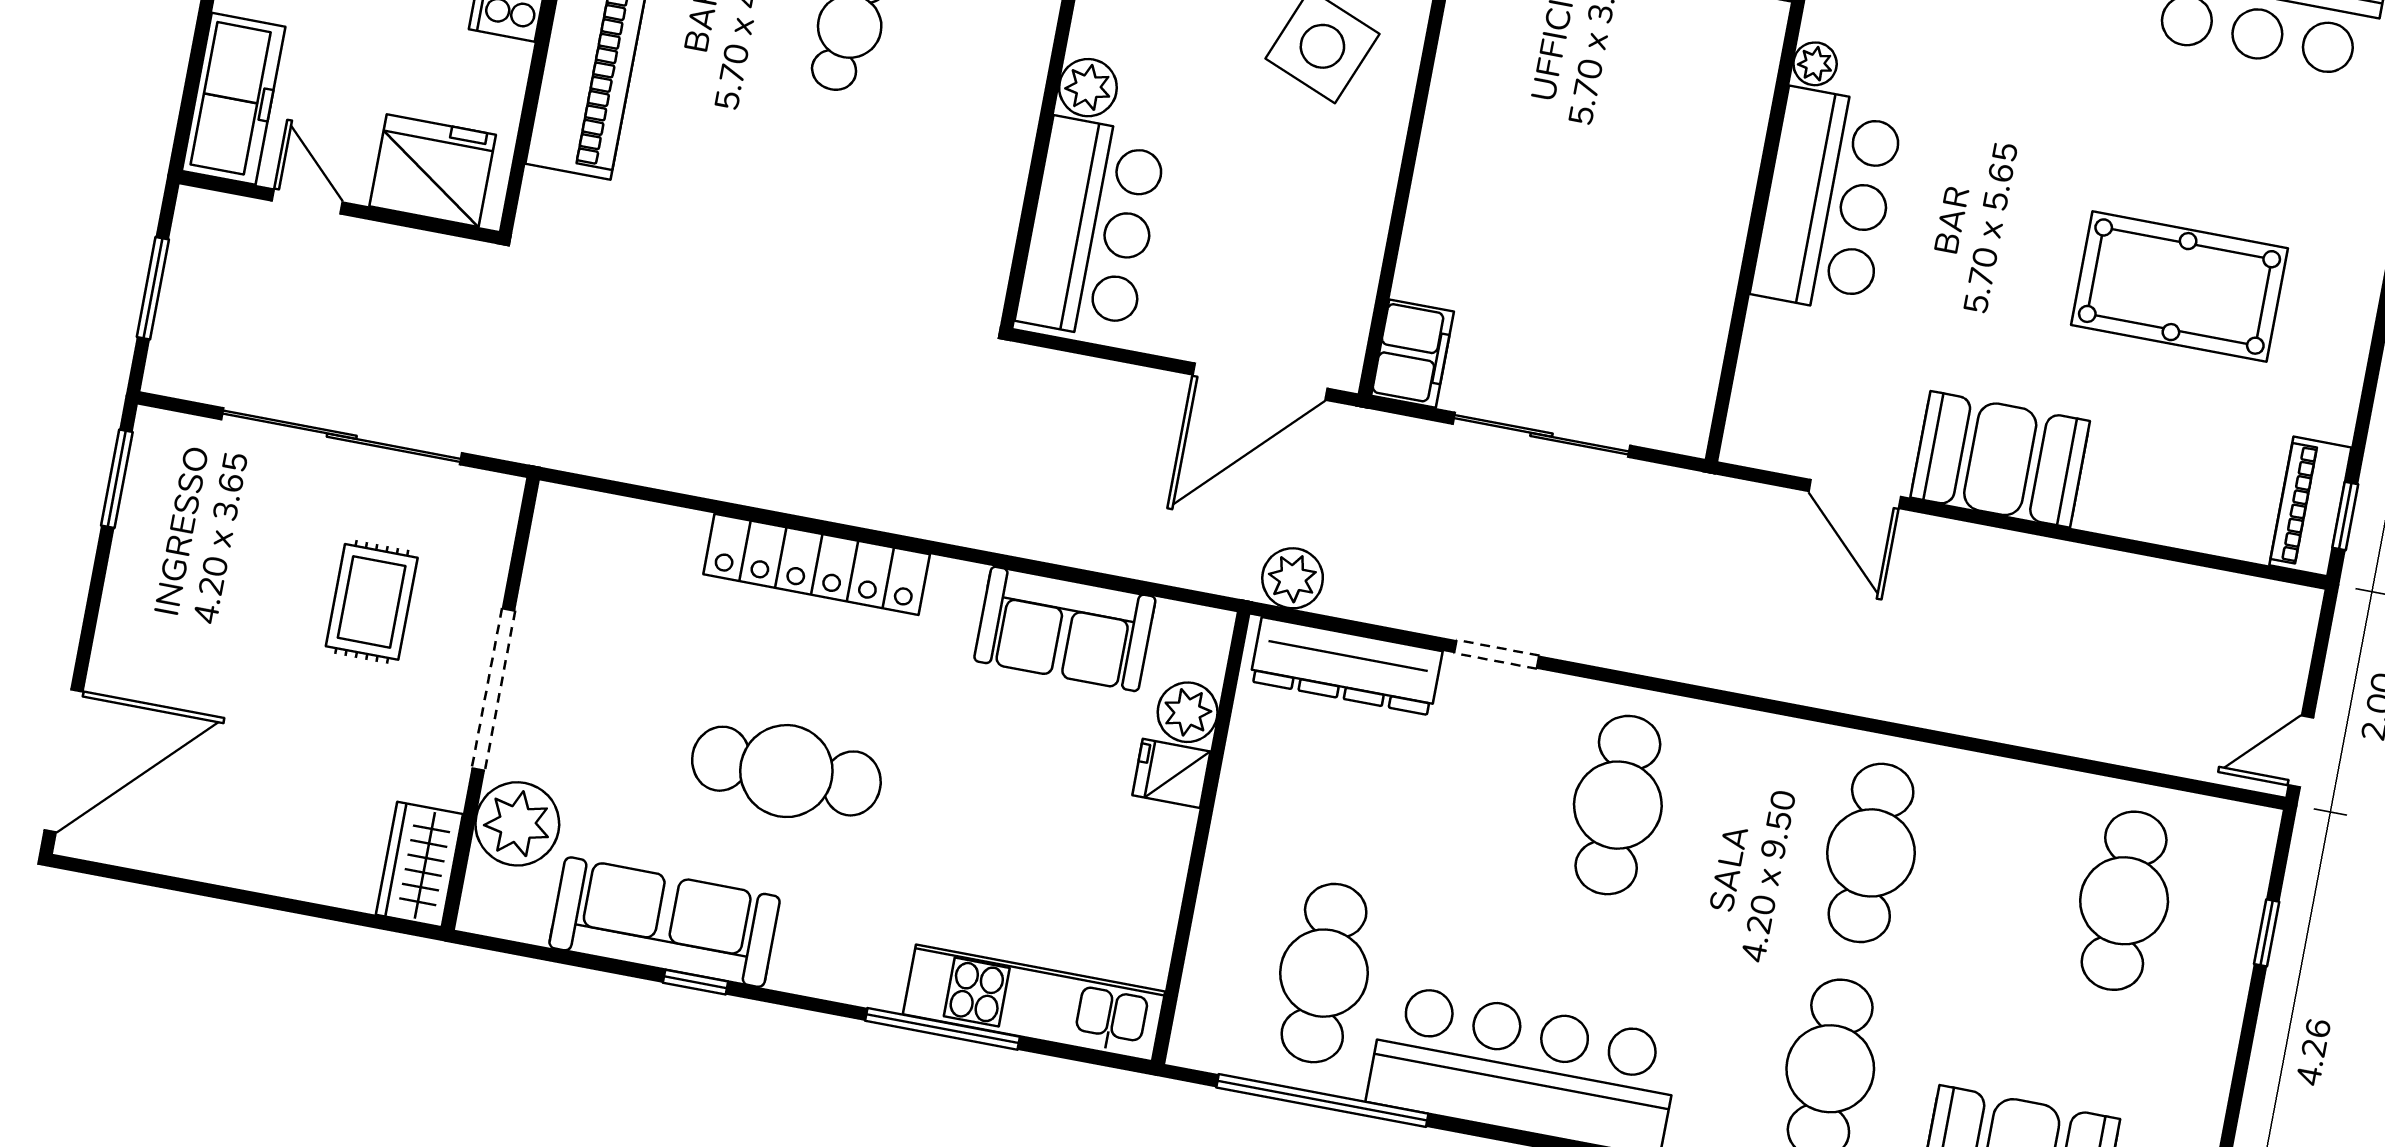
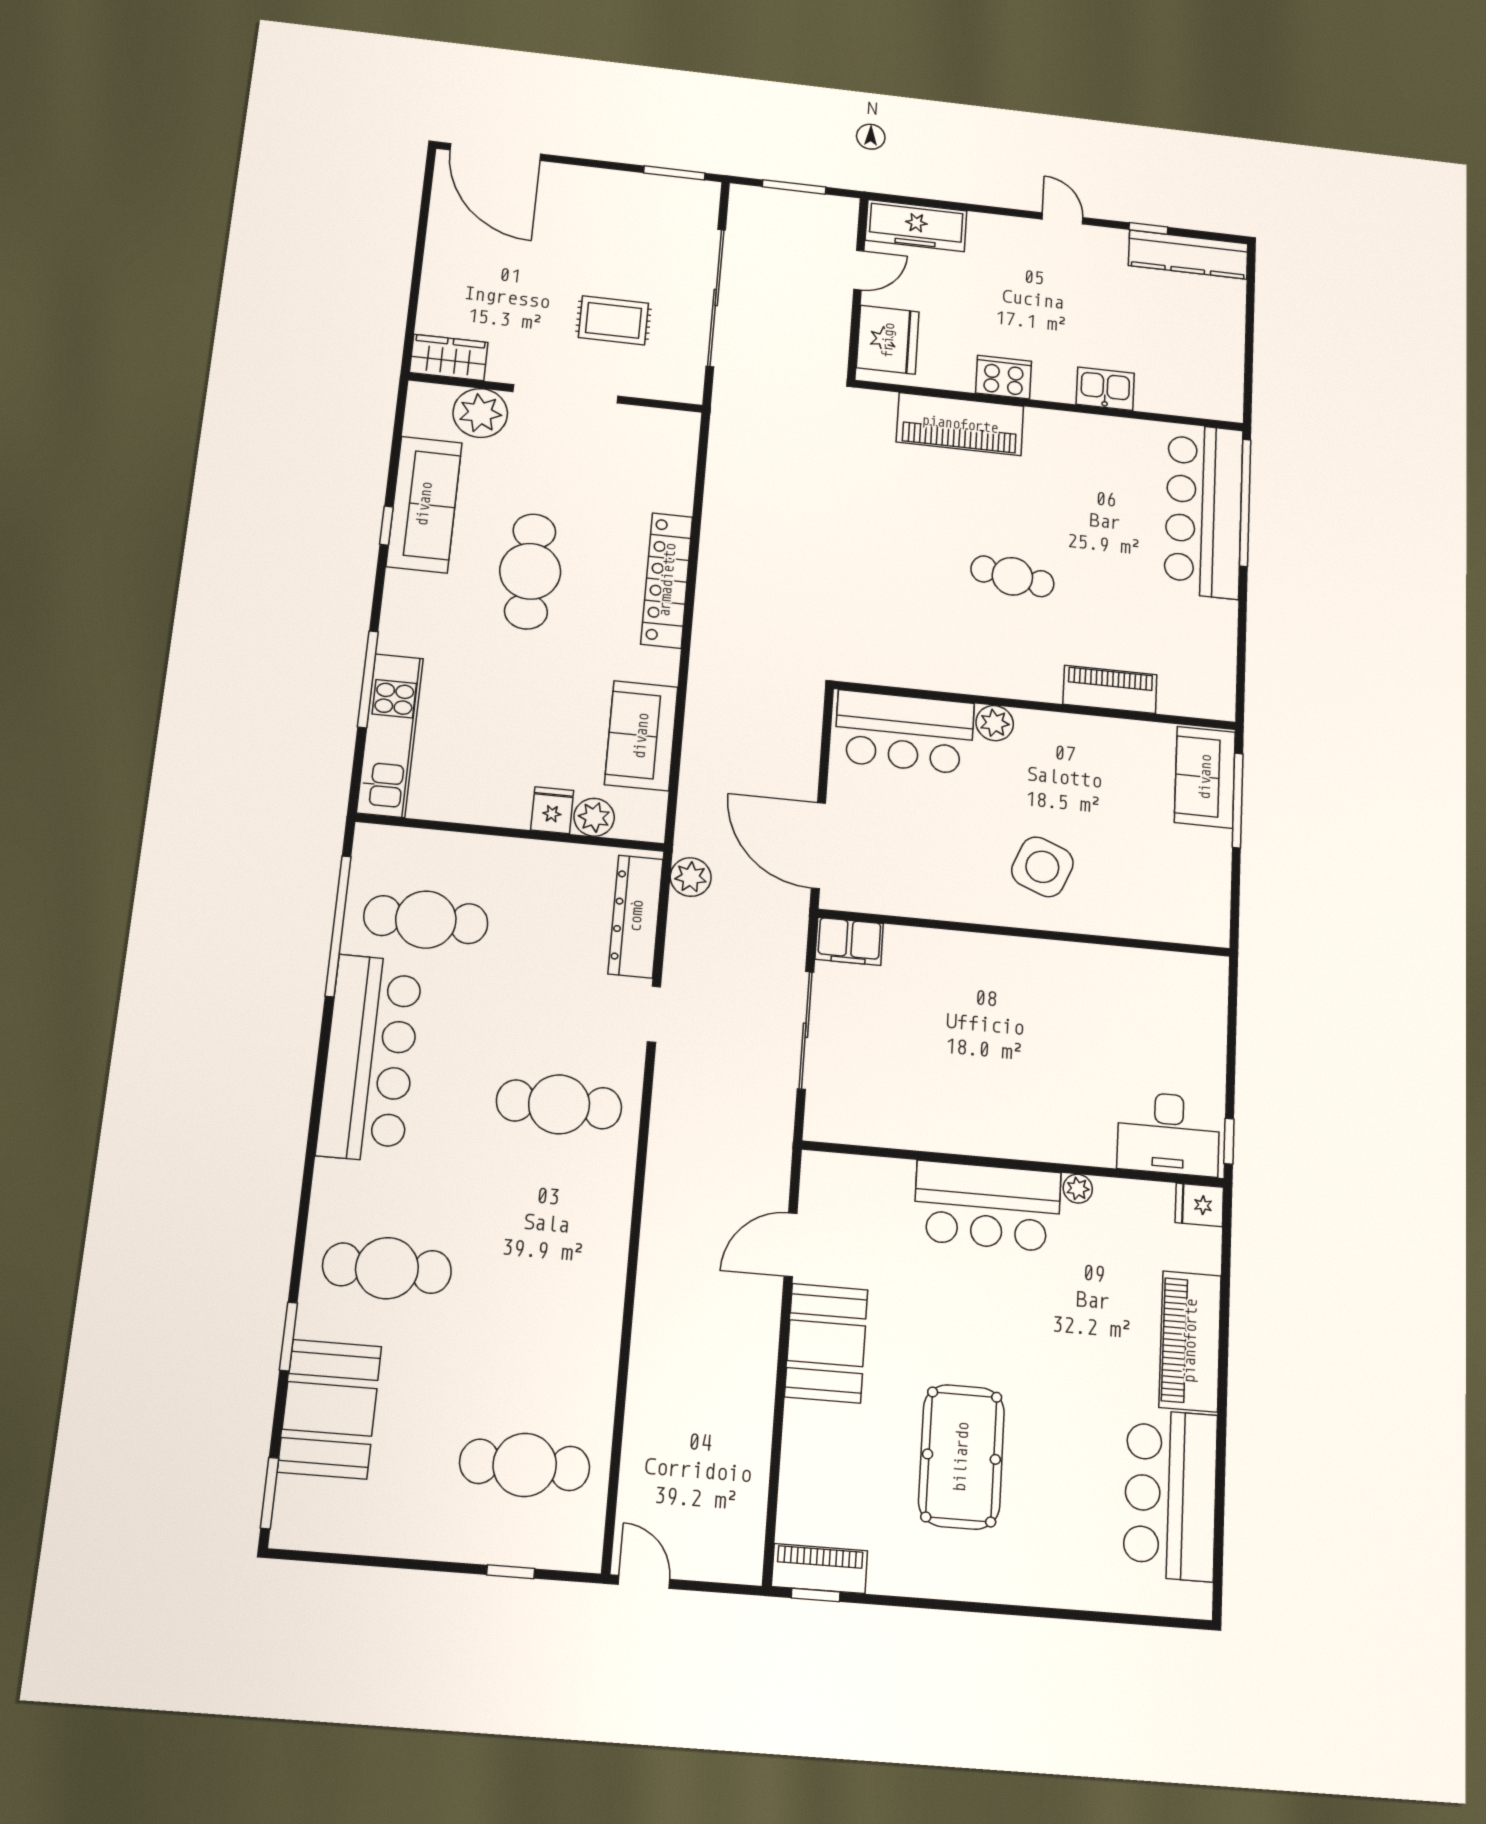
cafe table: (1871, 853) -> (542, 1281), removed

